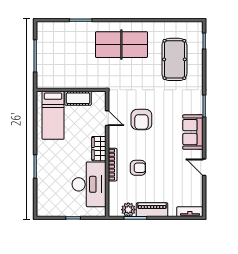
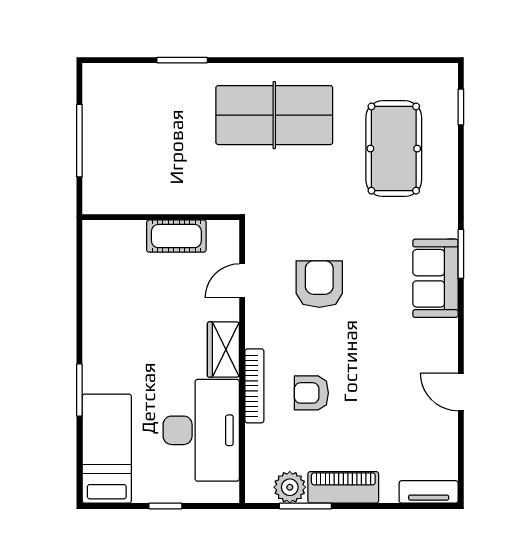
bed: (53, 115) -> (107, 449), moved, turned 180
door: (107, 118) -> (242, 281), swing flipped
armchair: (141, 119) -> (319, 284), turned 180
sofa: (193, 132) -> (435, 278), moved
armchair: (138, 168) -> (311, 393), turned 180

